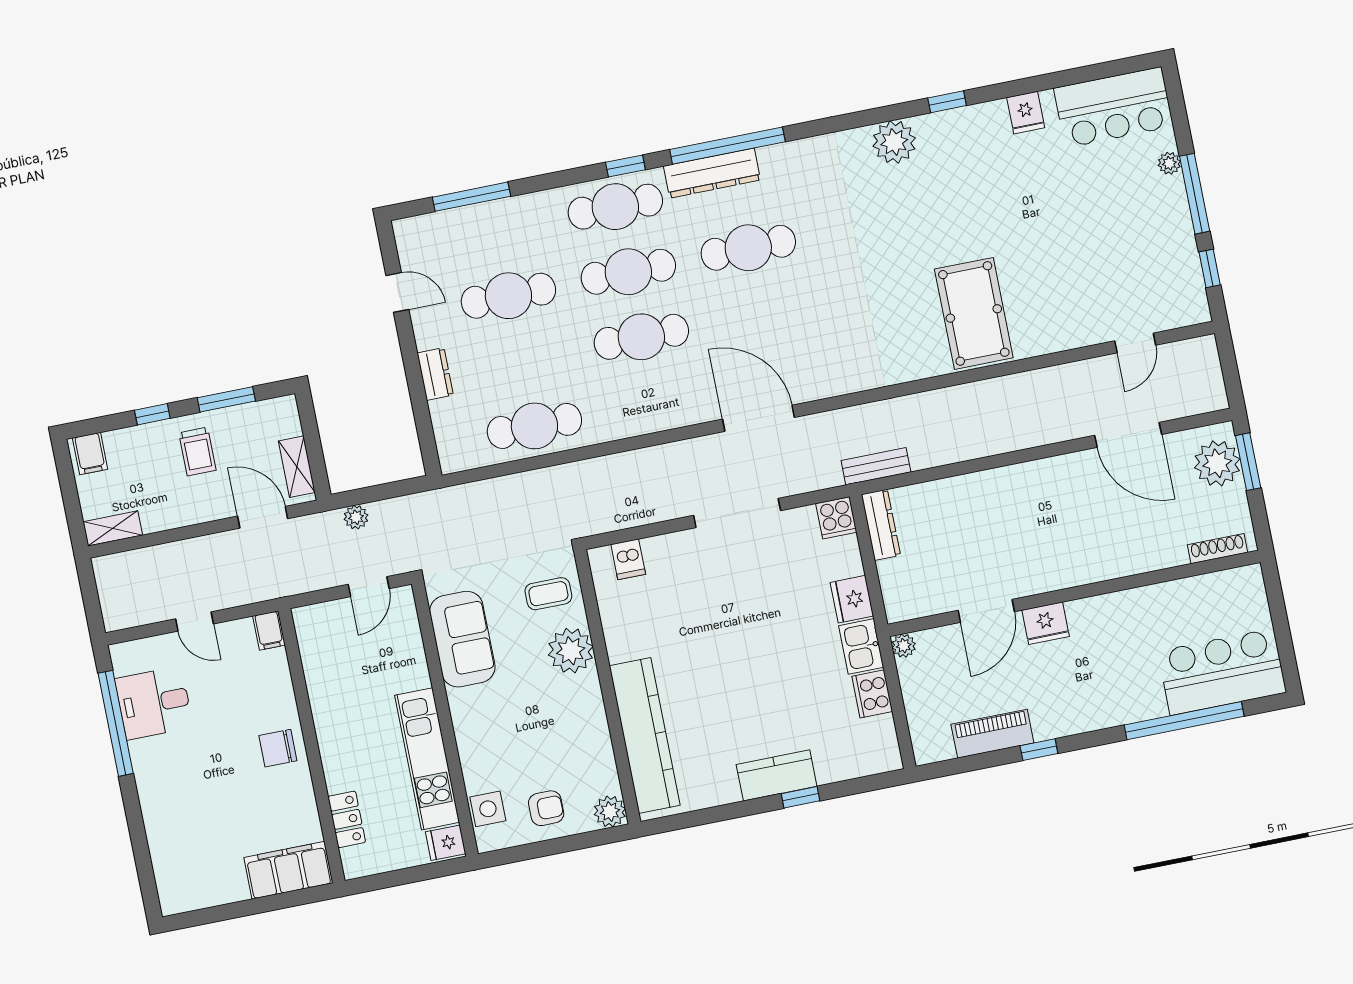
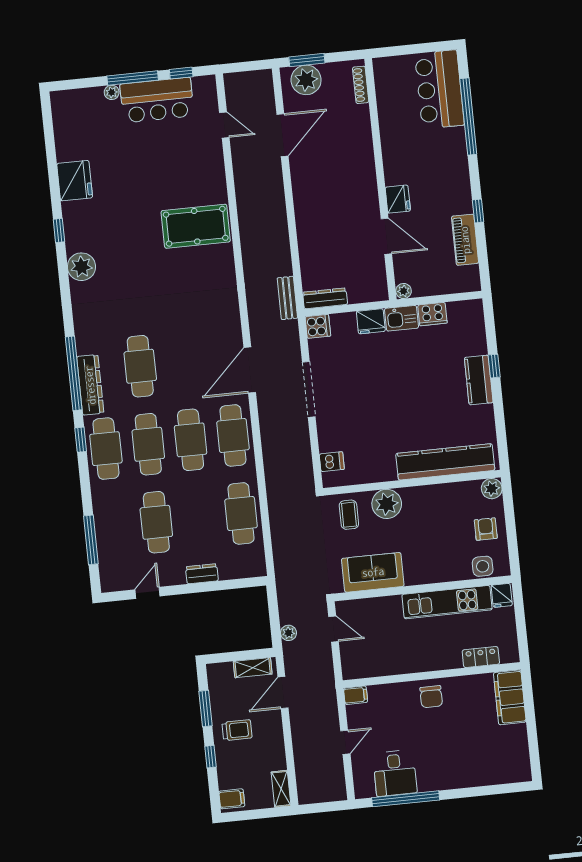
bar counter: (1113, 107) -> (157, 100), moved, turned 90
fridge: (1026, 113) -> (75, 181), width x1.88, depth x1.34
cafe table: (654, 402) -> (233, 435), added

